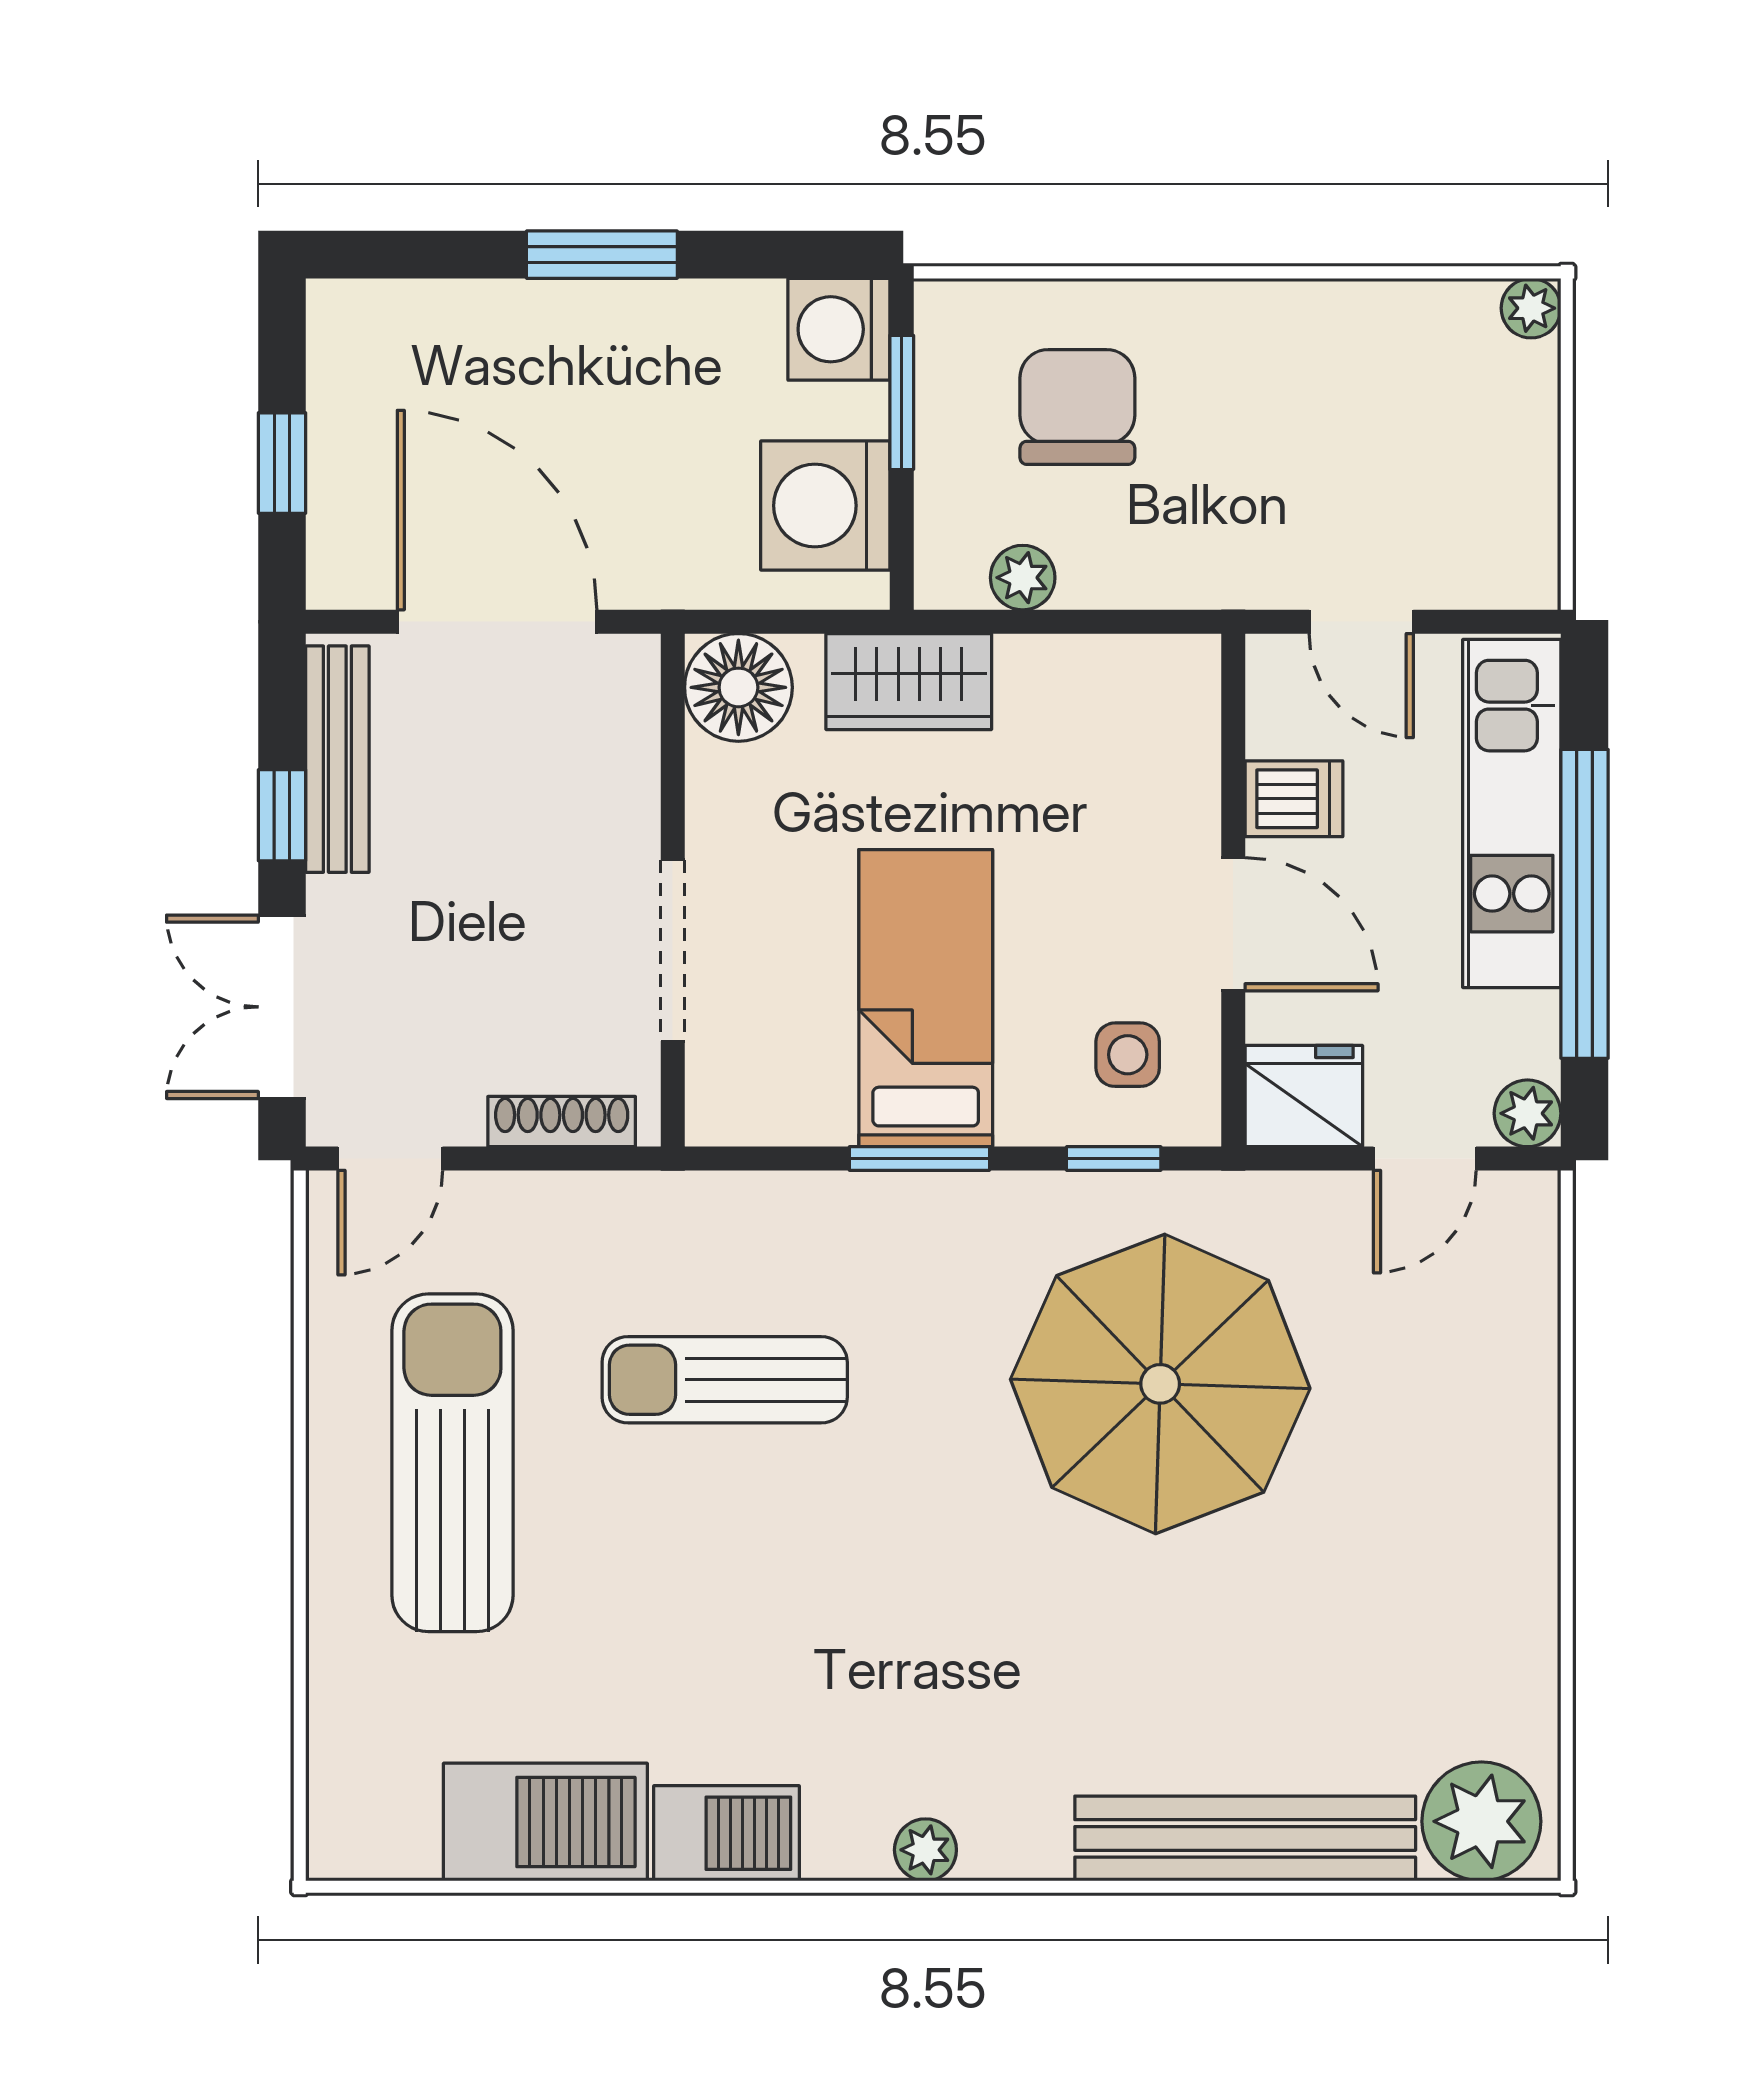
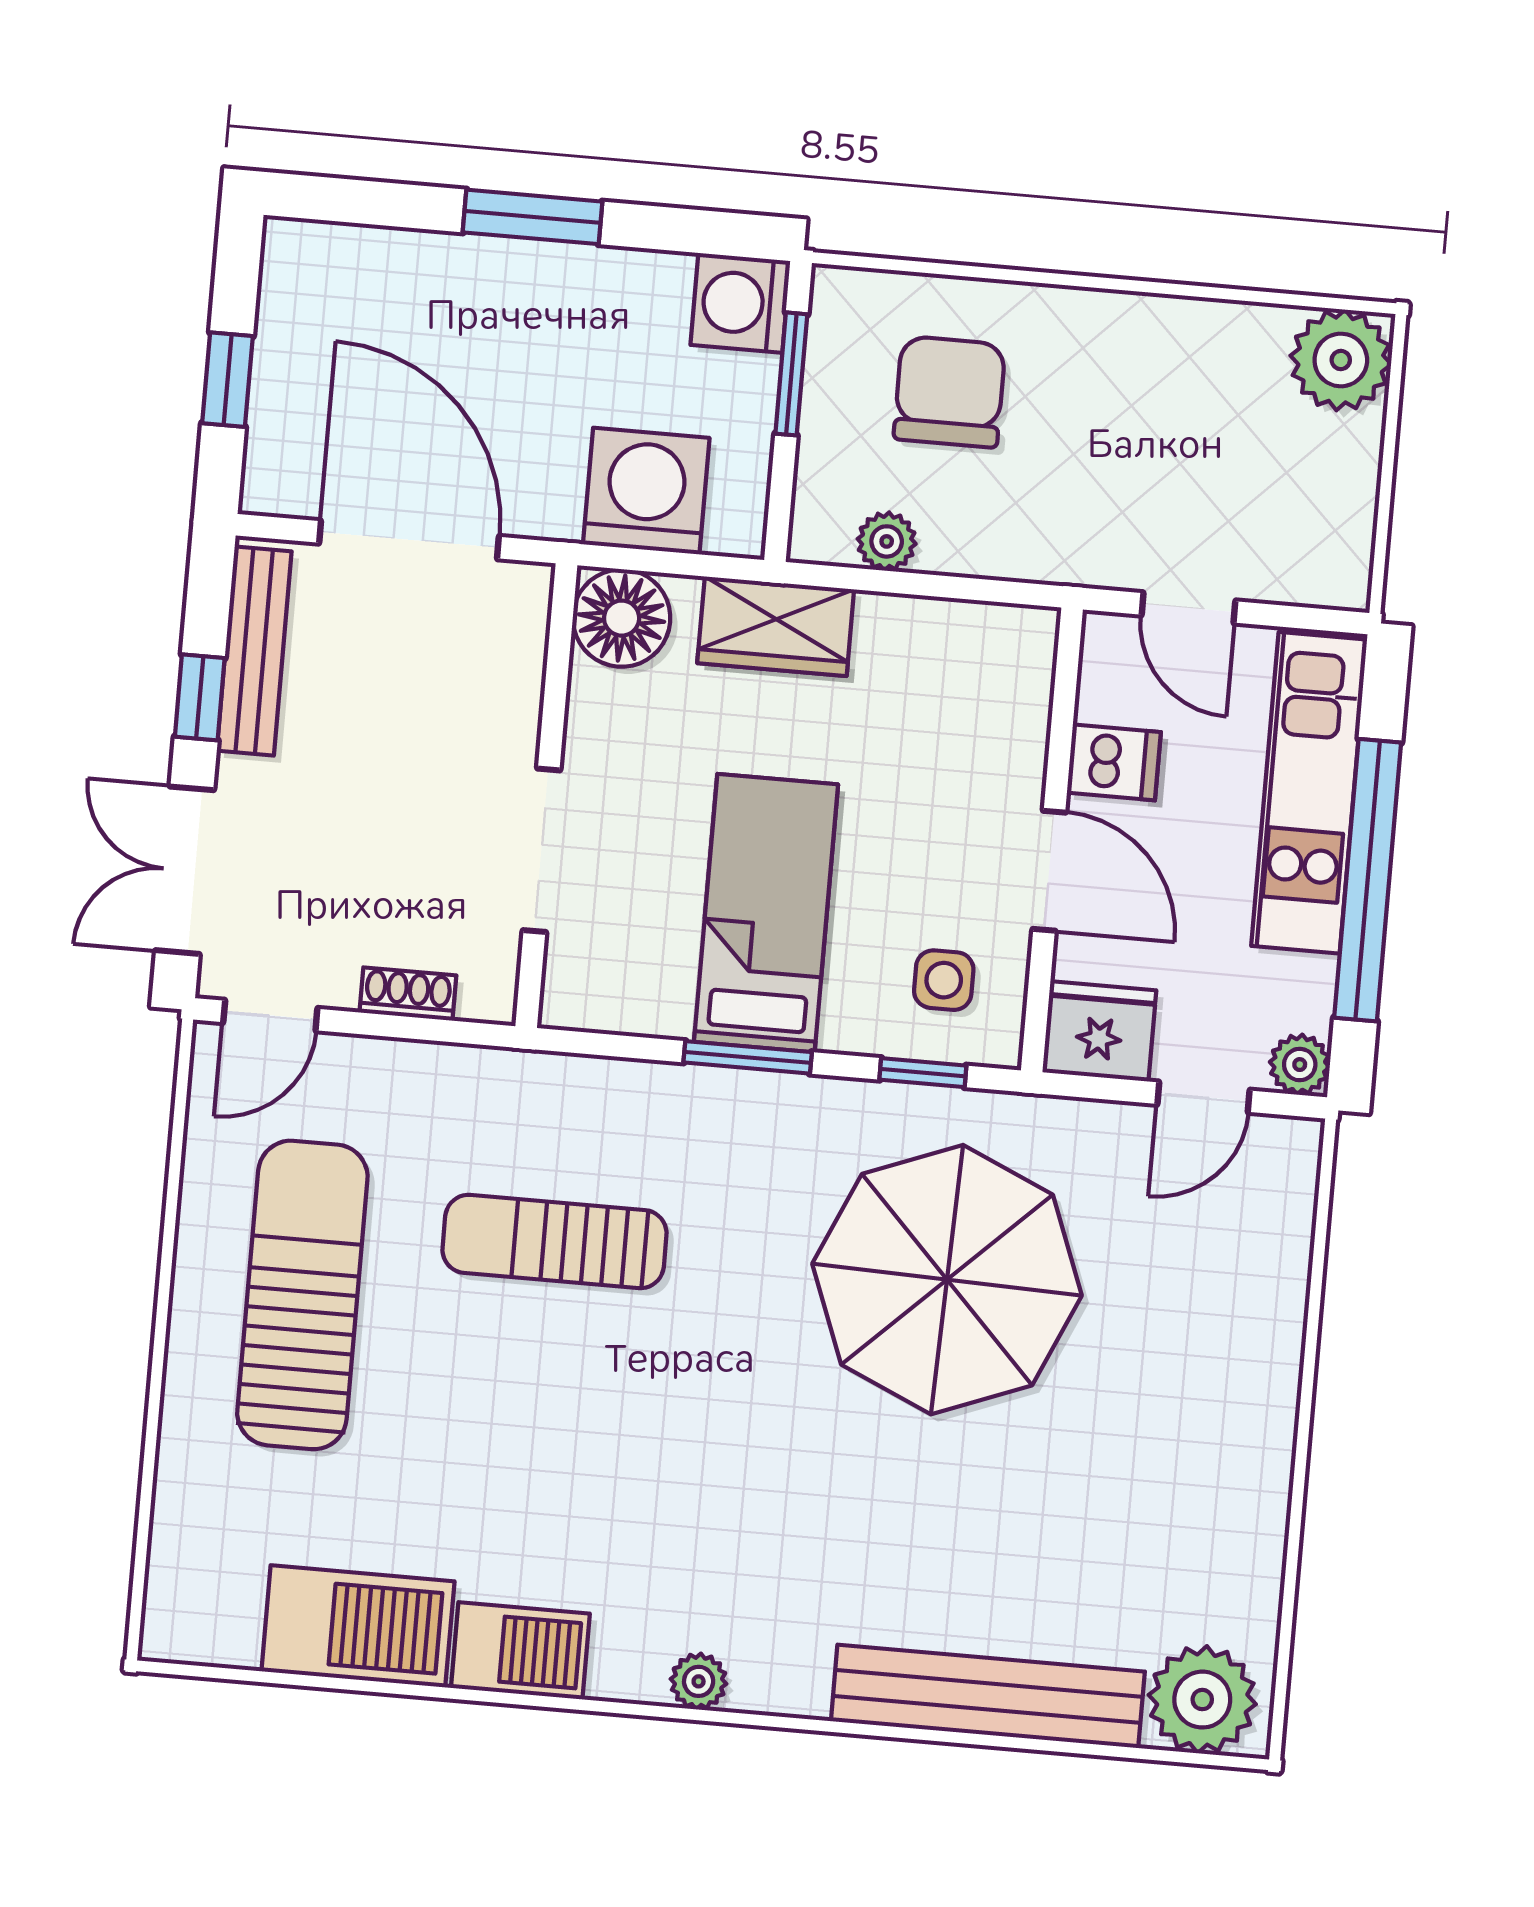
plant: (1531, 308) -> (1341, 360), width x1.88, depth x1.88
washing machine: (825, 506) -> (646, 491), moved, turned 90
shoe rack: (562, 1122) -> (408, 994), width x0.70

